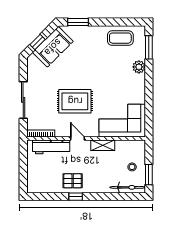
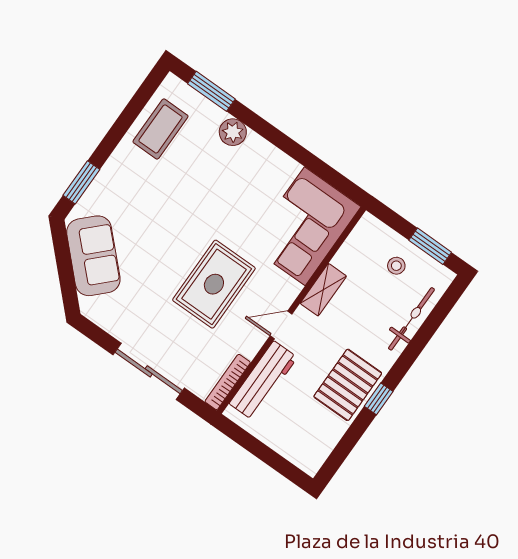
window: (38, 42) -> (66, 276), removed
pallet: (73, 181) -> (348, 385), width x1.50, depth x1.42
bicycle: (128, 187) -> (411, 319), moved

